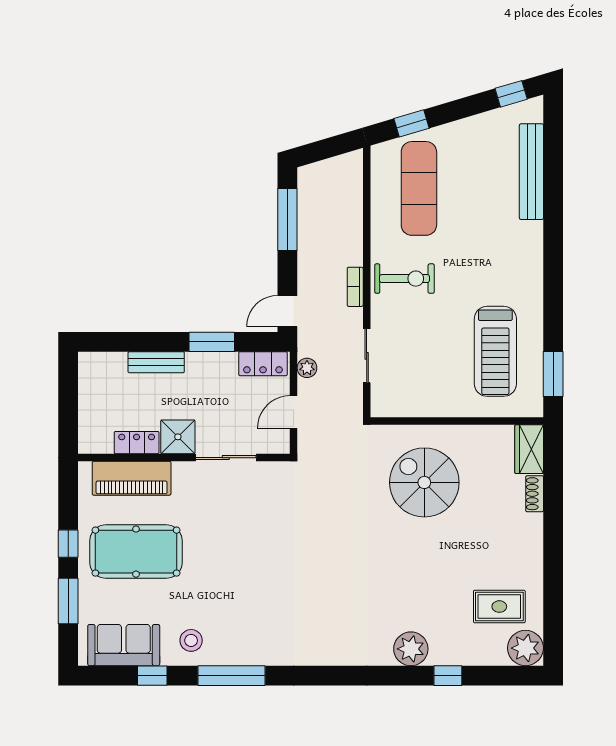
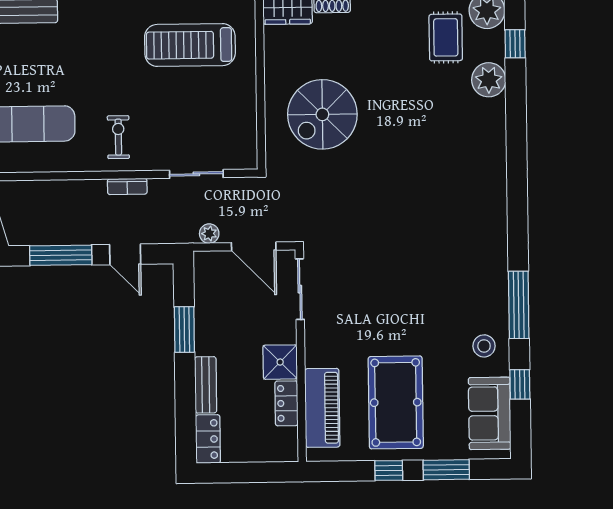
exercise bike: (405, 279) -> (118, 137), width x0.73, depth x0.72
door: (287, 311) -> (125, 254), moved
treadmill: (495, 351) -> (190, 45), turned 180
locker: (263, 364) -> (208, 439), moved
door: (294, 412) -> (254, 246), width x1.38
sliding door: (226, 458) -> (300, 289), moved
plant: (411, 649) -> (489, 80), moved
window: (448, 676) -> (515, 44), moved

